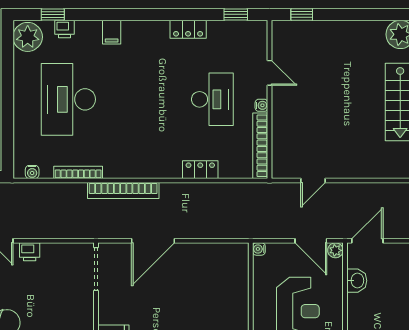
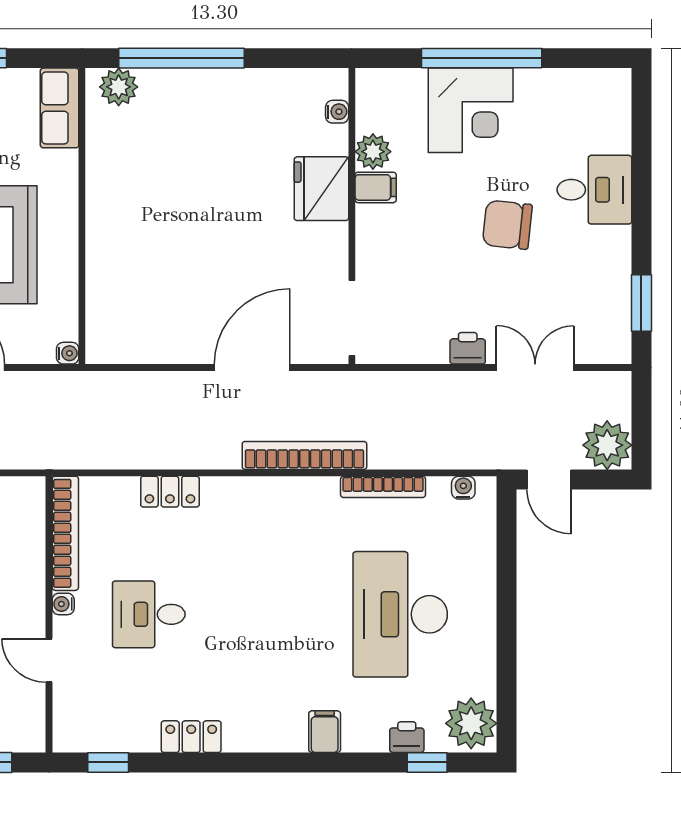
desk: (68, 99) -> (400, 614), turned 180
desk: (212, 99) -> (149, 614), width x0.73

